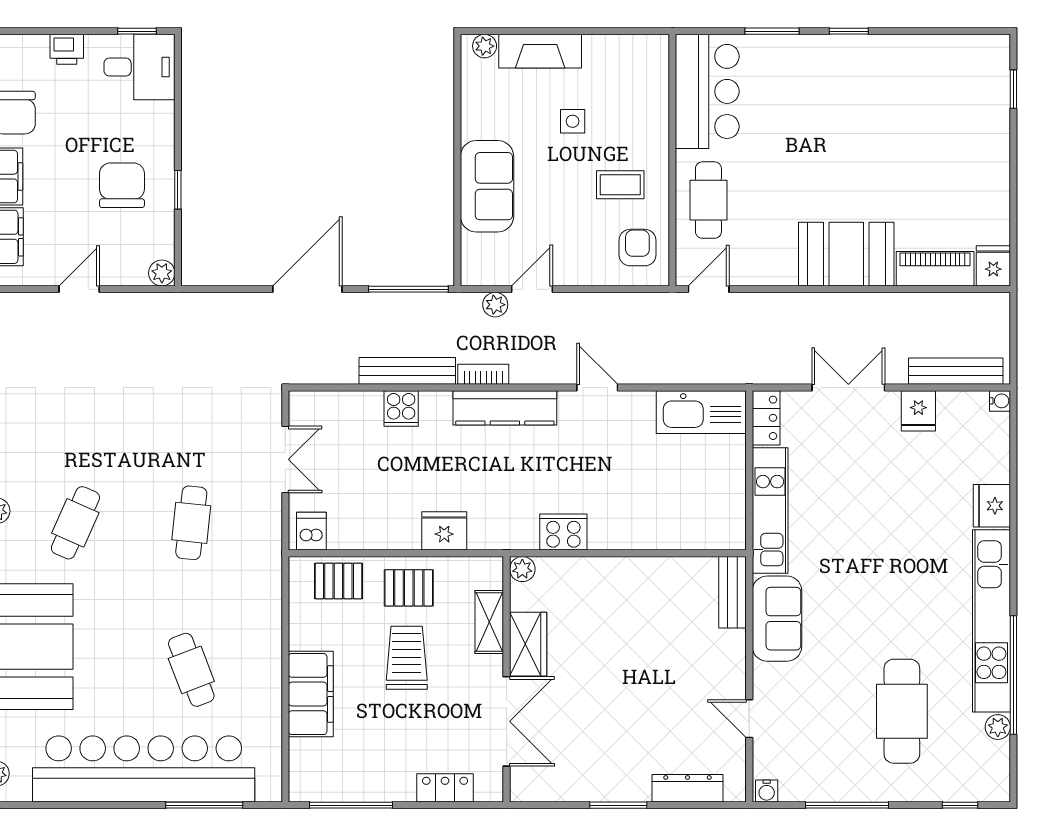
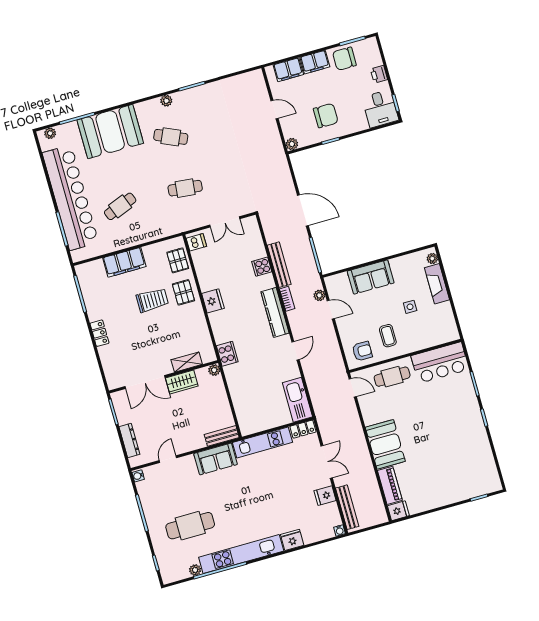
plant: (522, 569) -> (214, 370), moved
shelving: (489, 622) -> (187, 362), moved
wardrobe: (528, 644) -> (182, 382), moved
wall: (507, 679) -> (164, 377), moved
double door: (507, 721) -> (145, 382), moved

